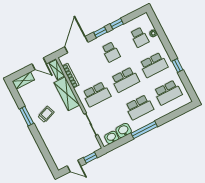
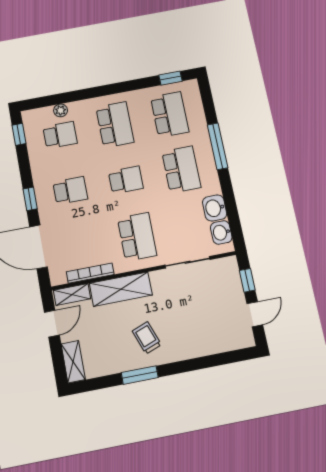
window: (117, 24) -> (19, 134), moved
window: (177, 66) -> (171, 78), moved
school desk: (125, 80) -> (126, 180), width x0.54
window: (144, 130) -> (218, 146), moved

